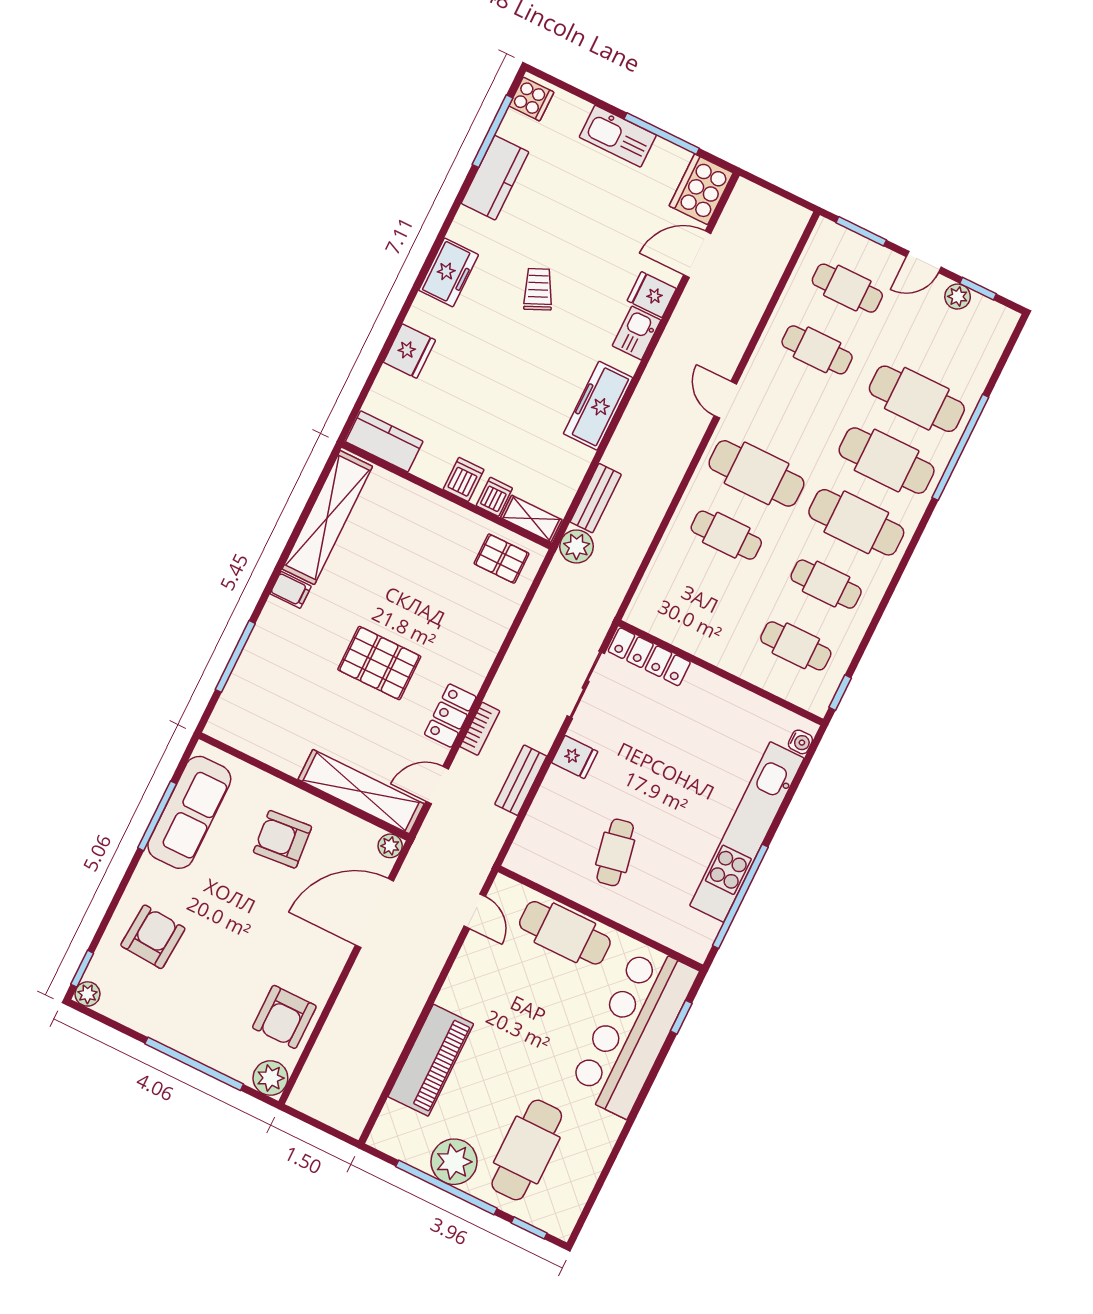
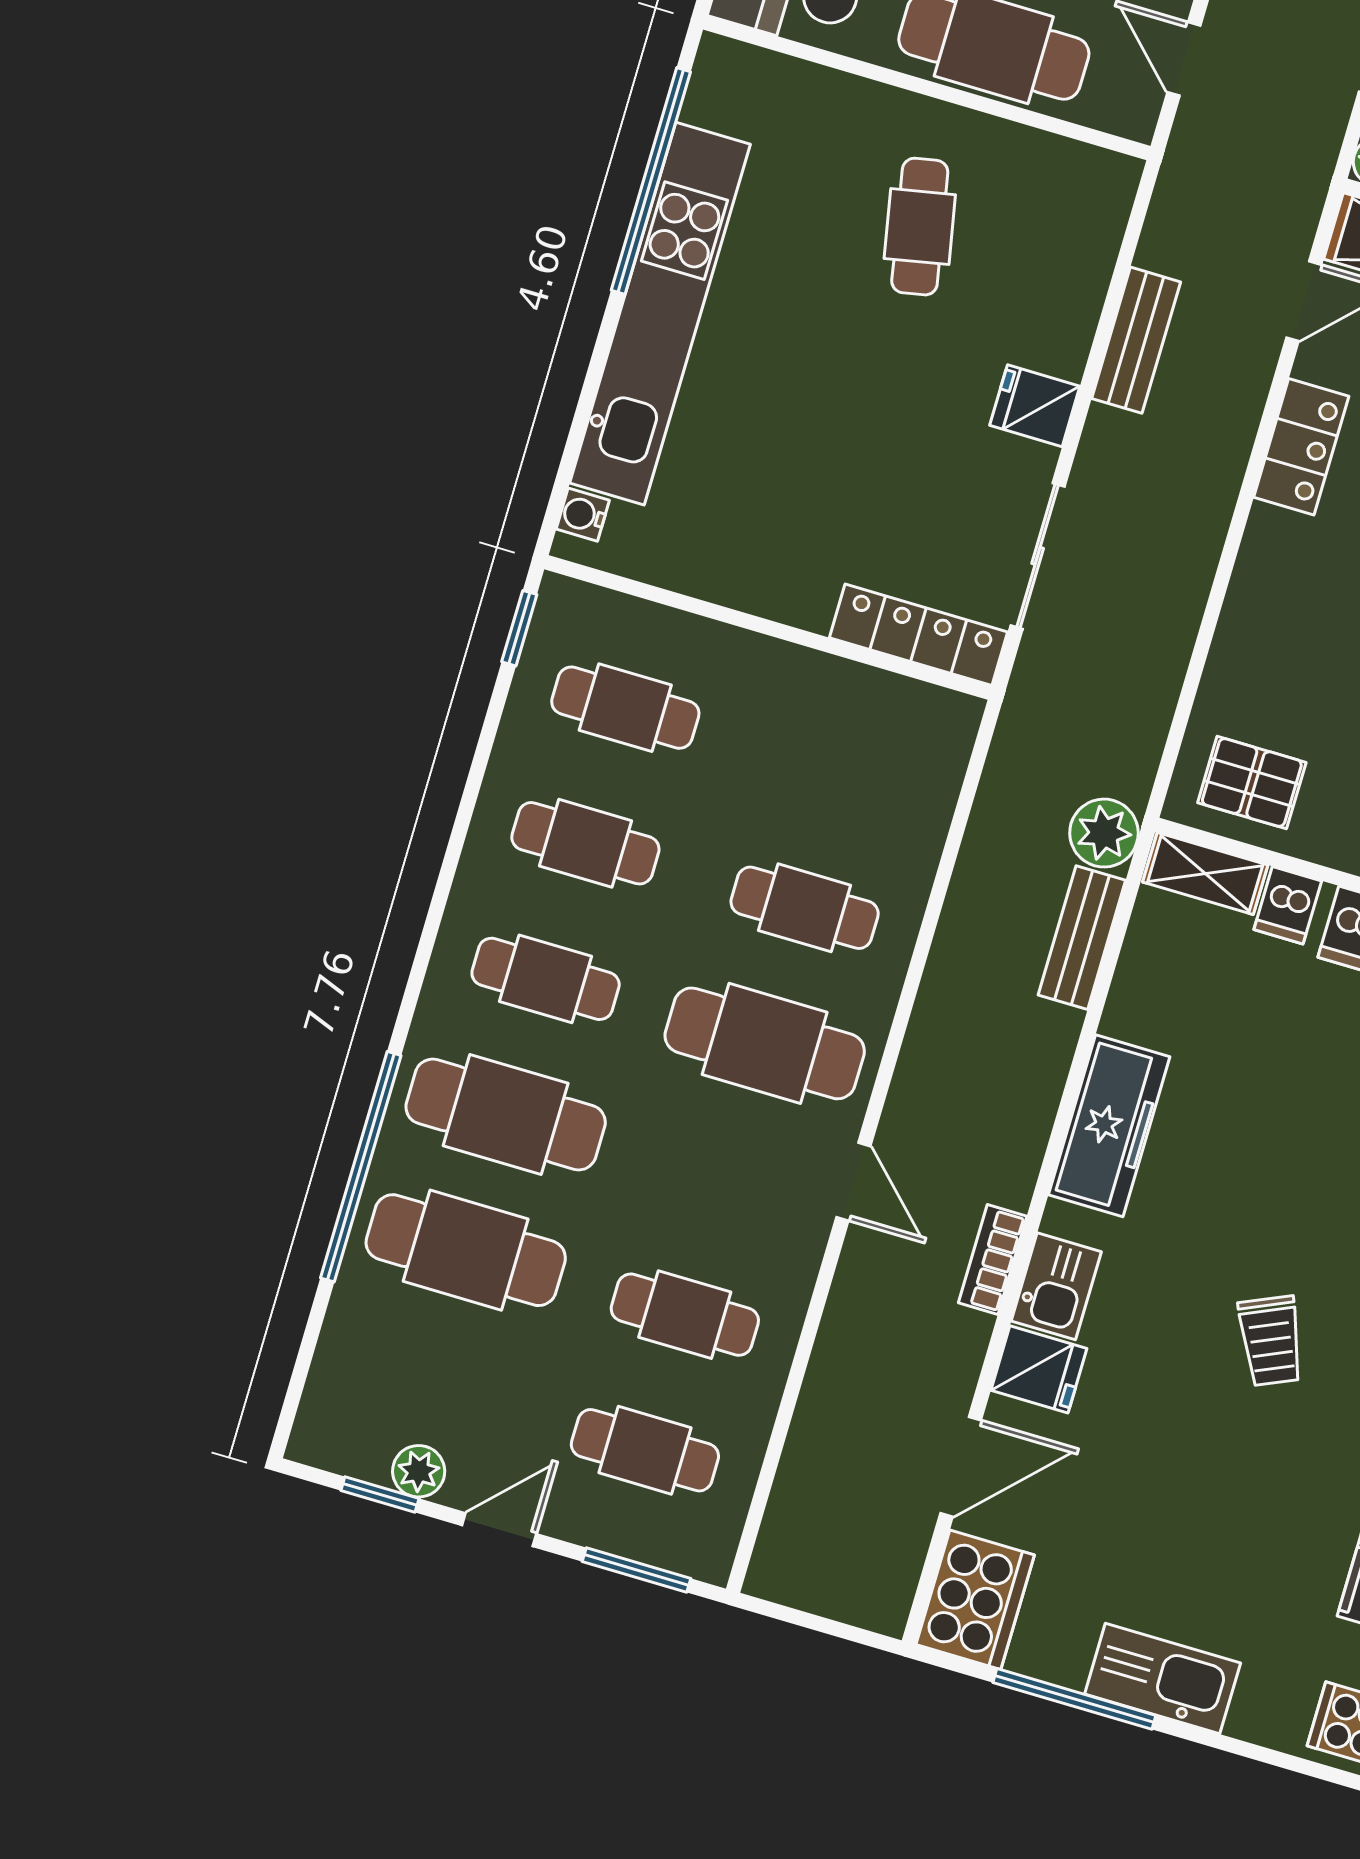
cafe table: (856, 522) -> (546, 979), width x0.73, depth x0.74
bookcase: (480, 729) -> (993, 1259), moved

